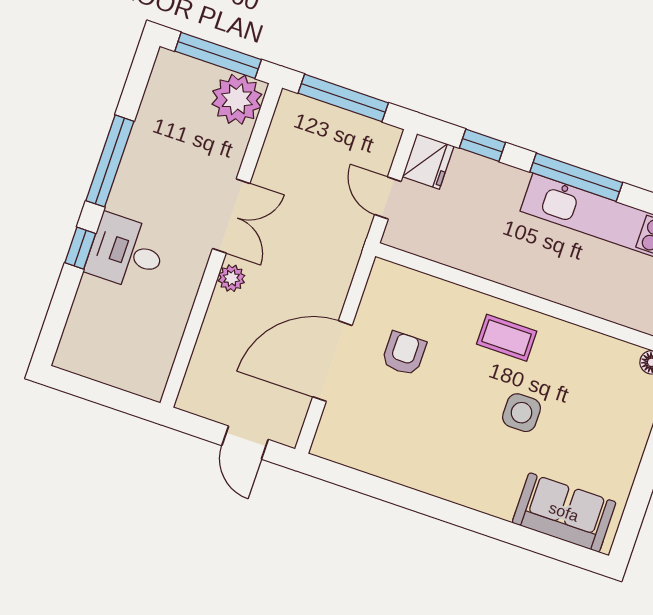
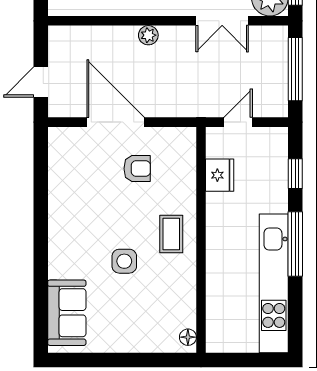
fridge: (428, 161) -> (220, 175), moved, turned -90
double door: (231, 216) -> (222, 21), moved

